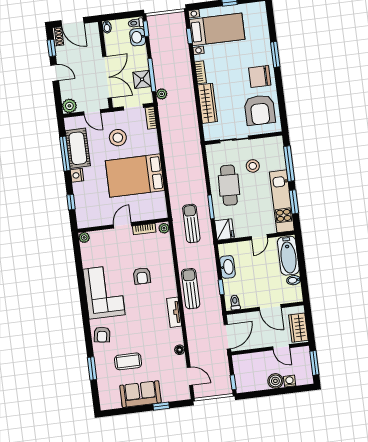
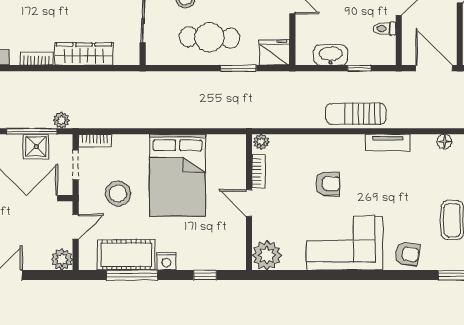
sun lounger: (191, 223) -> (259, 100), removed
plant: (84, 237) -> (267, 255), width x1.88, depth x1.88
toilet: (235, 302) -> (385, 29), moved

